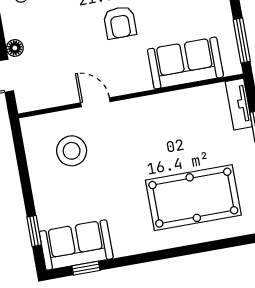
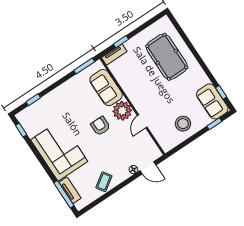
armchair: (120, 23) -> (100, 126), turned -90
plant: (130, 74) -> (122, 111), added
stool: (72, 151) -> (183, 124), moved

